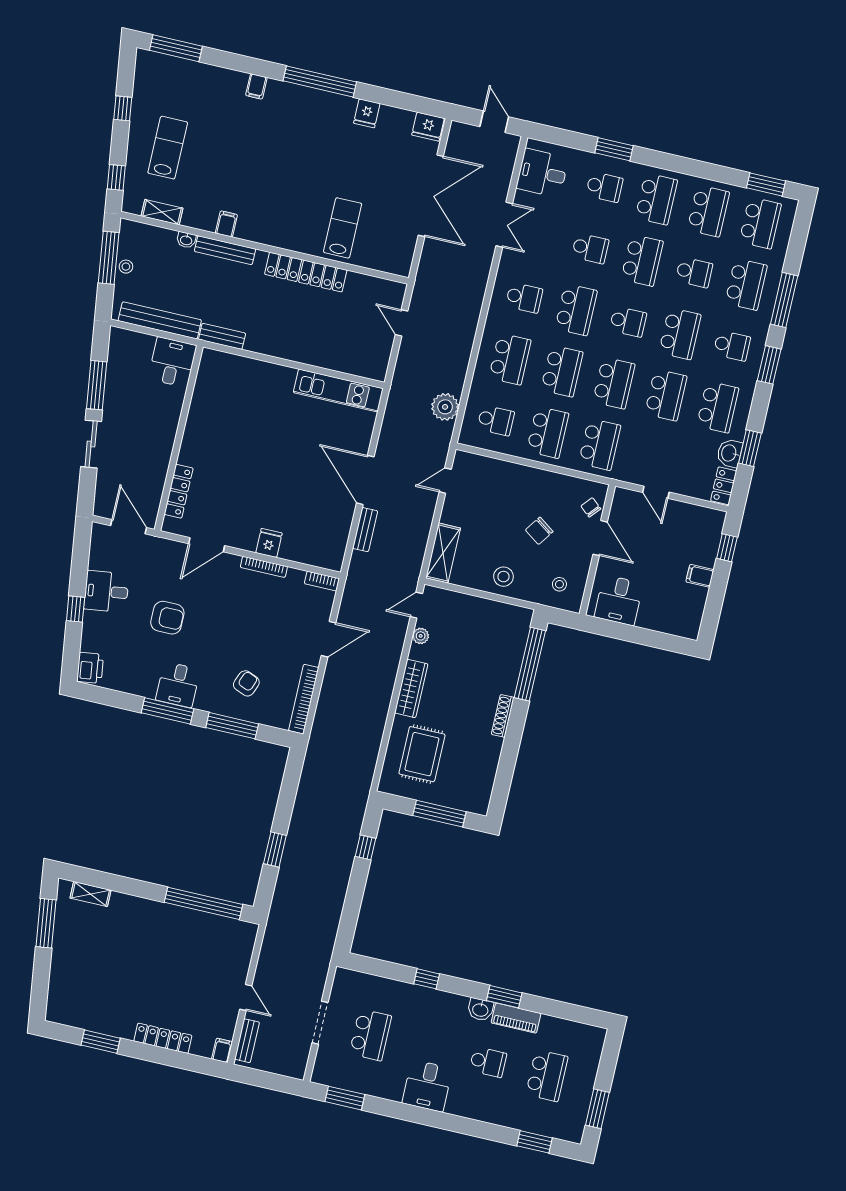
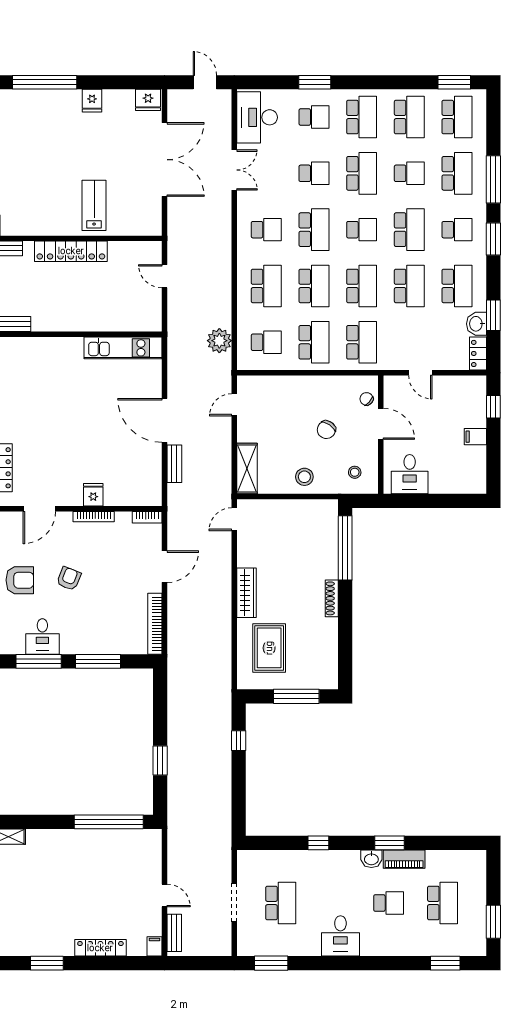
desk: (542, 173) -> (257, 117), width x1.37
plant: (421, 636) -> (244, 545), removed
armchair: (246, 683) -> (69, 579), moved

